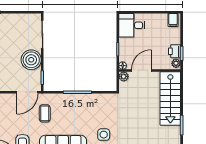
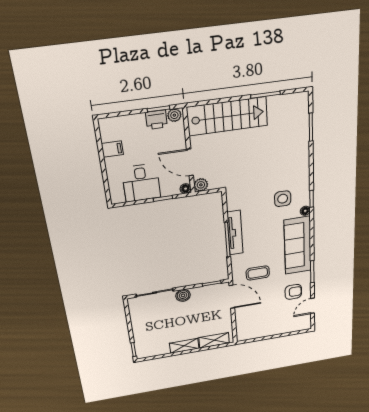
filing cabinet: (173, 20) -> (112, 149), moved
desk: (132, 25) -> (141, 183), moved
boiler: (31, 60) -> (183, 295), width x0.54, depth x0.54
tv unit: (82, 98) -> (235, 233), added

